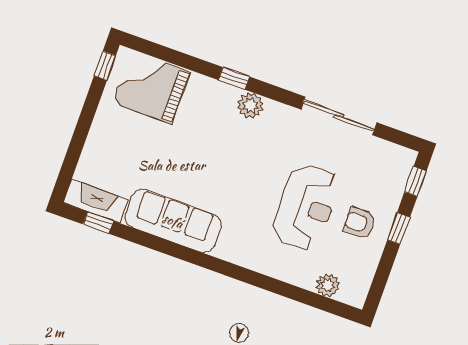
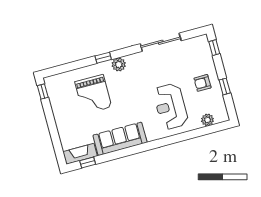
grand piano: (151, 88) -> (93, 94), moved, turned -90
reception desk: (306, 207) -> (171, 106), moved, turned 180
window: (399, 228) -> (225, 86), moved

